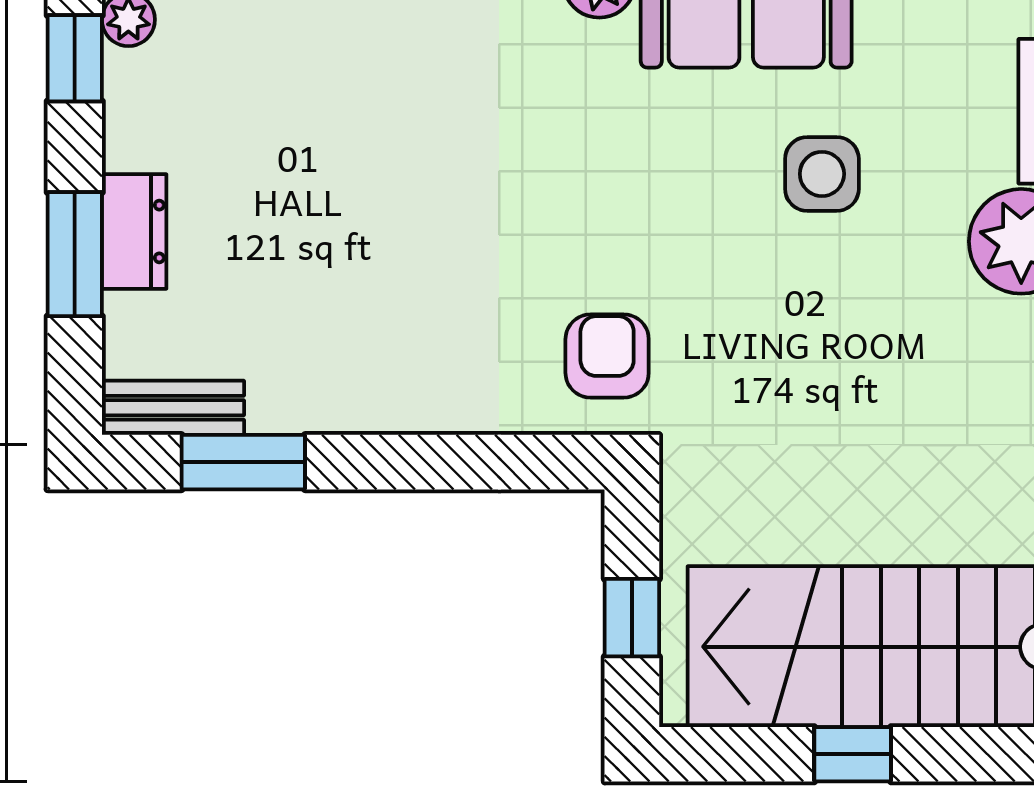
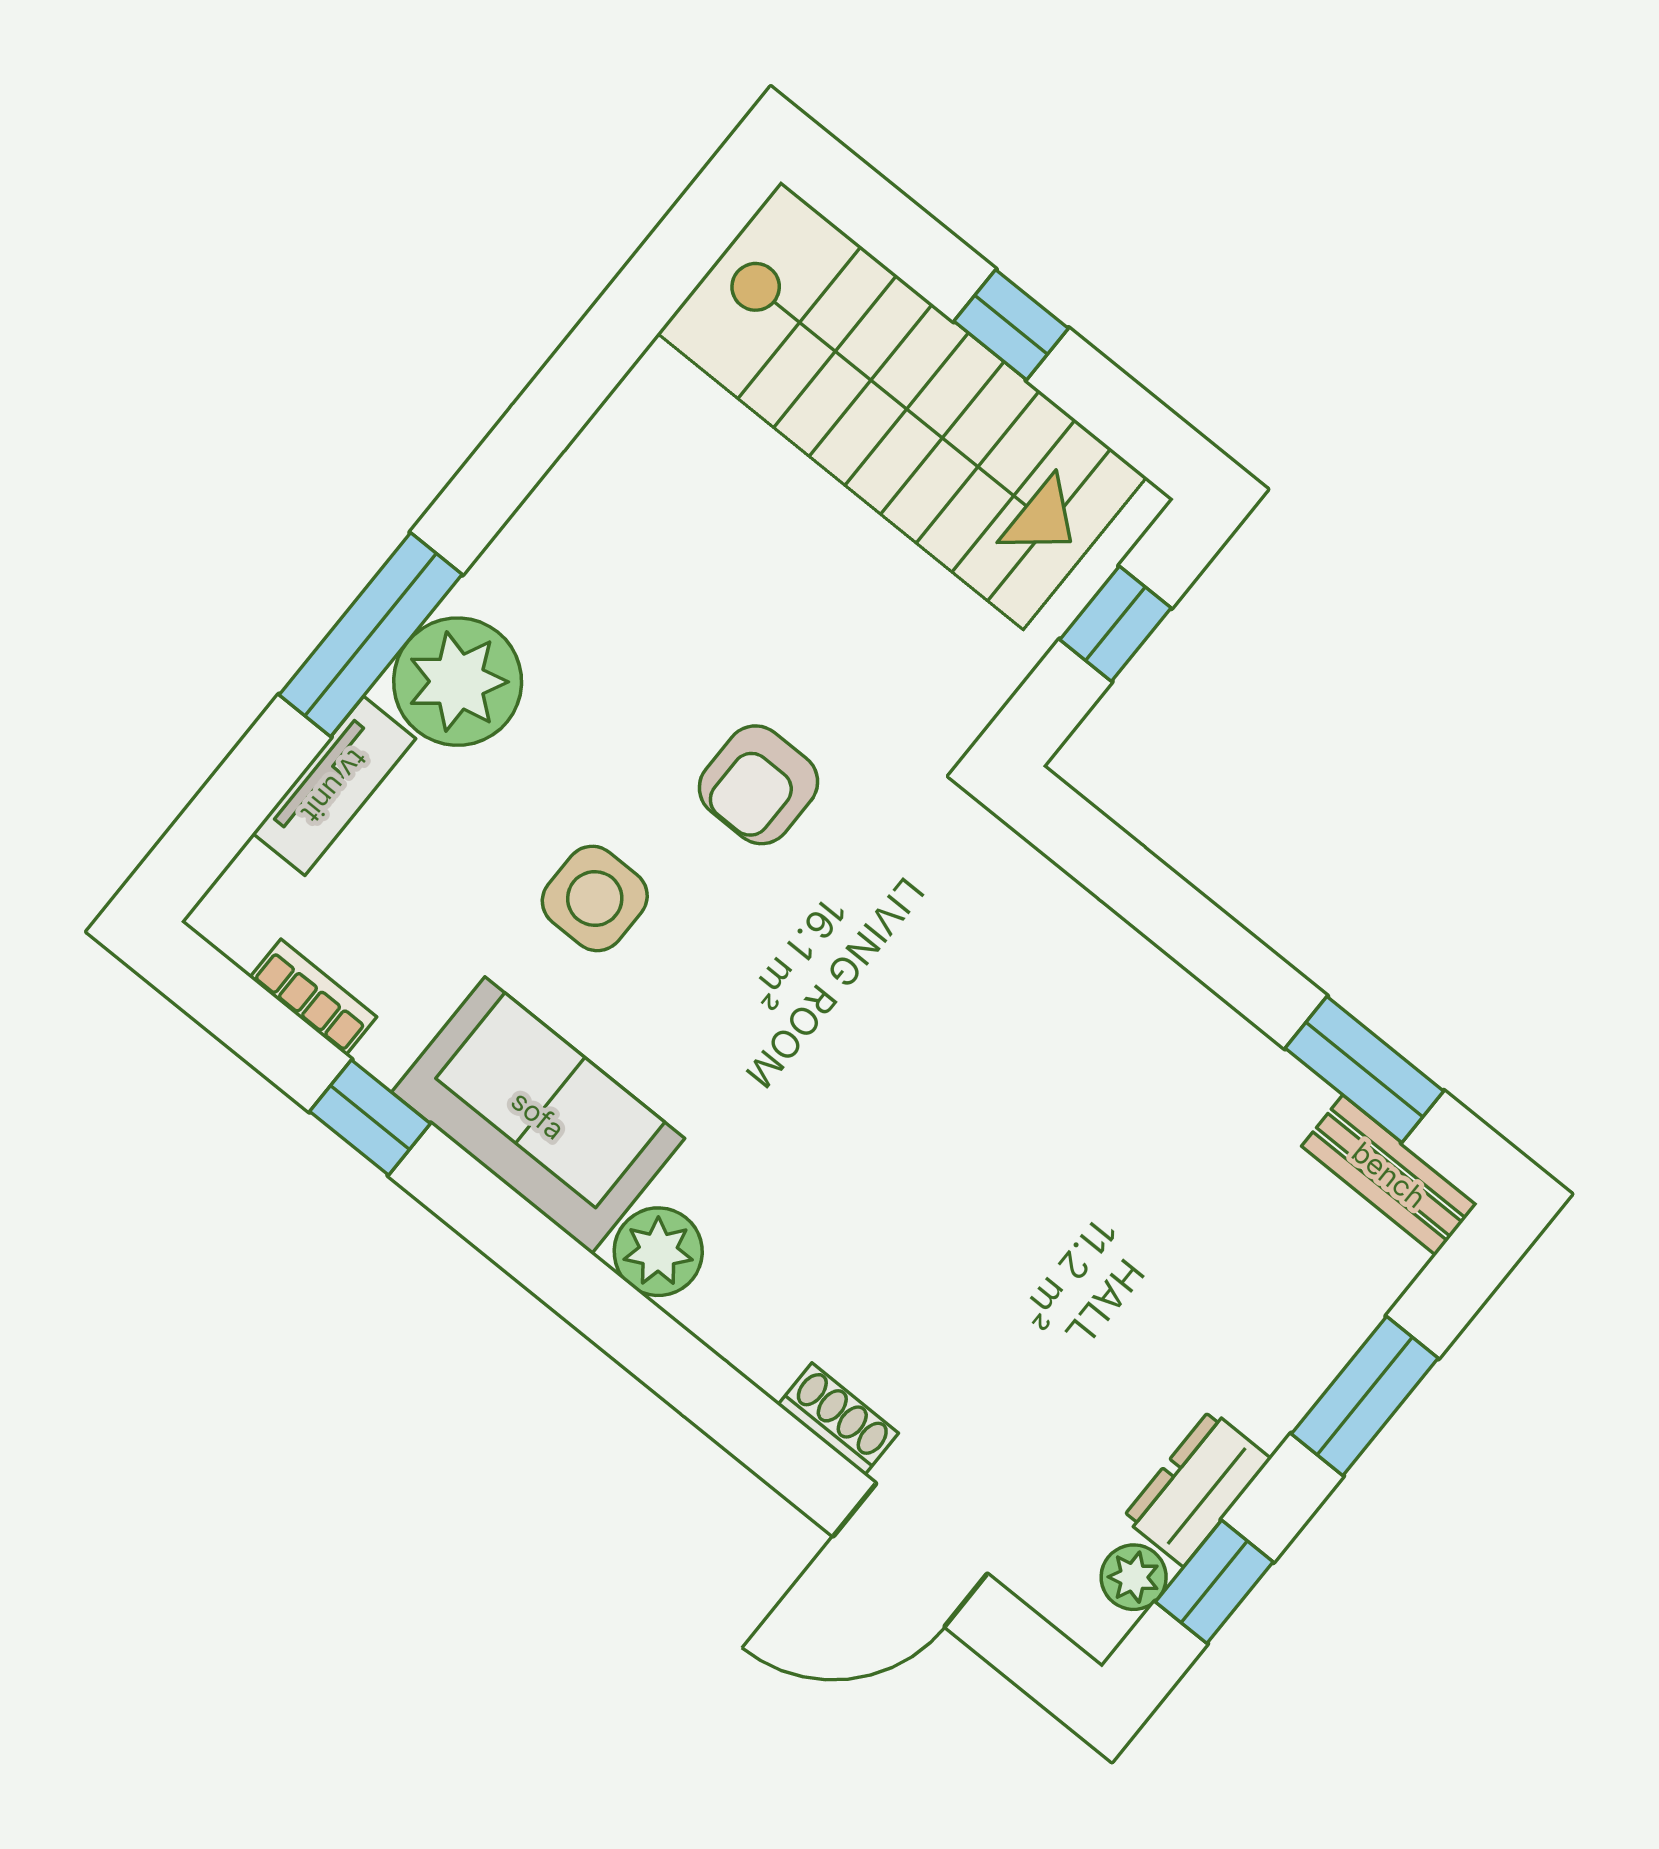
dresser: (134, 232) -> (1197, 1488), moved
armchair: (607, 356) -> (758, 785), moved

